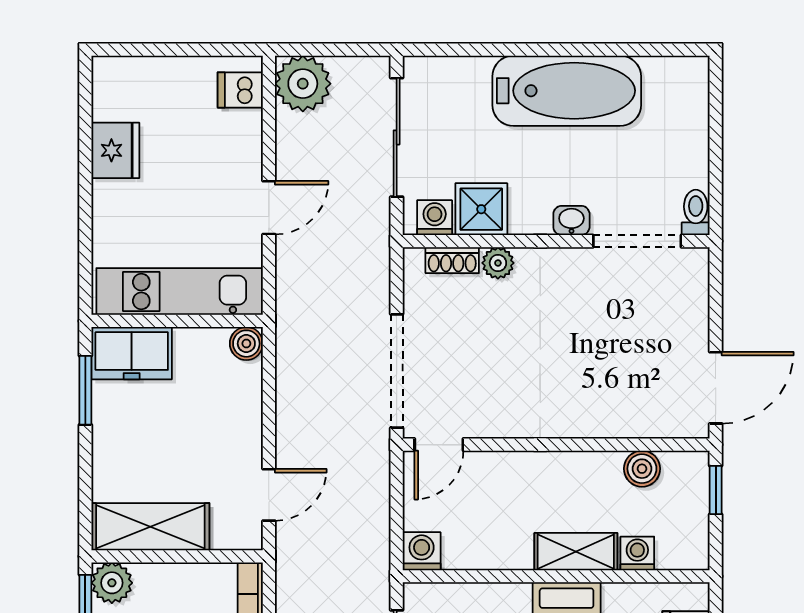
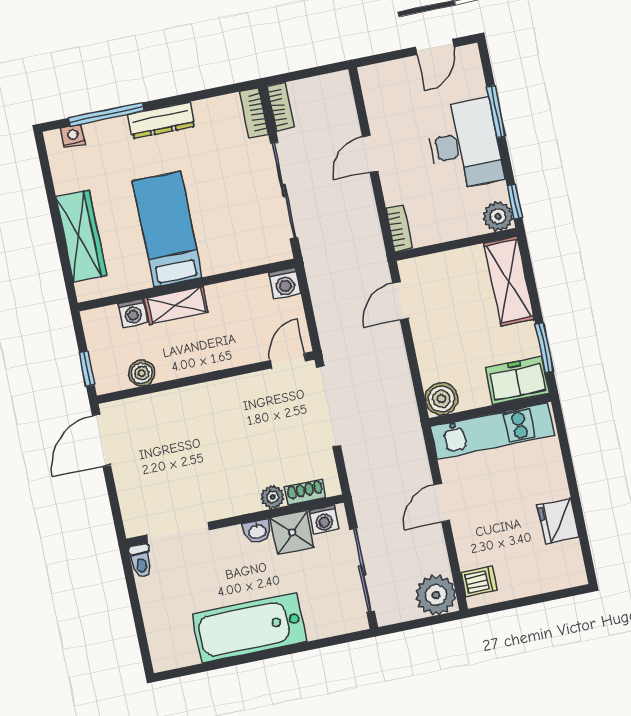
washbasin: (571, 220) -> (257, 531), moved
boiler: (246, 344) -> (441, 399), width x1.36, depth x1.36
shelving: (150, 527) -> (509, 281), moved, turned 90

